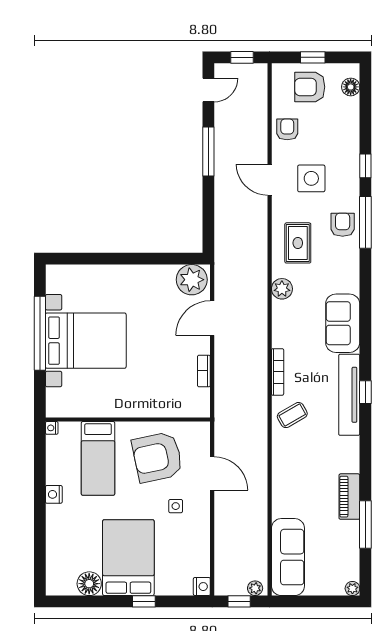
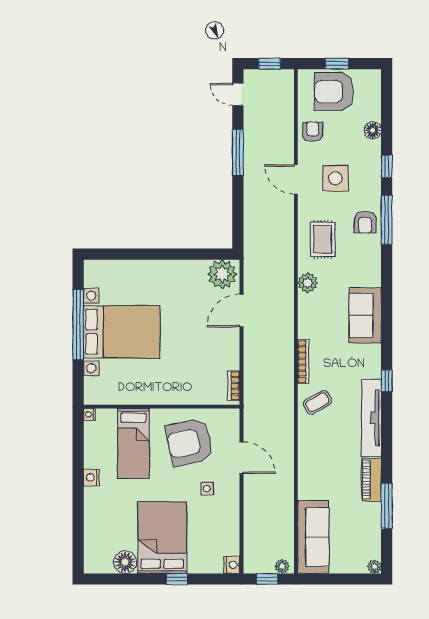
armchair: (310, 87) -> (334, 92), width x1.36, depth x1.36
floor lamp: (351, 87) -> (373, 130), moved
door: (208, 90) -> (238, 94), swing flipped
armchair: (343, 225) -> (365, 222), turned 180
bookcase: (204, 371) -> (234, 386), moved
tv unit: (349, 395) -> (371, 418), moved

